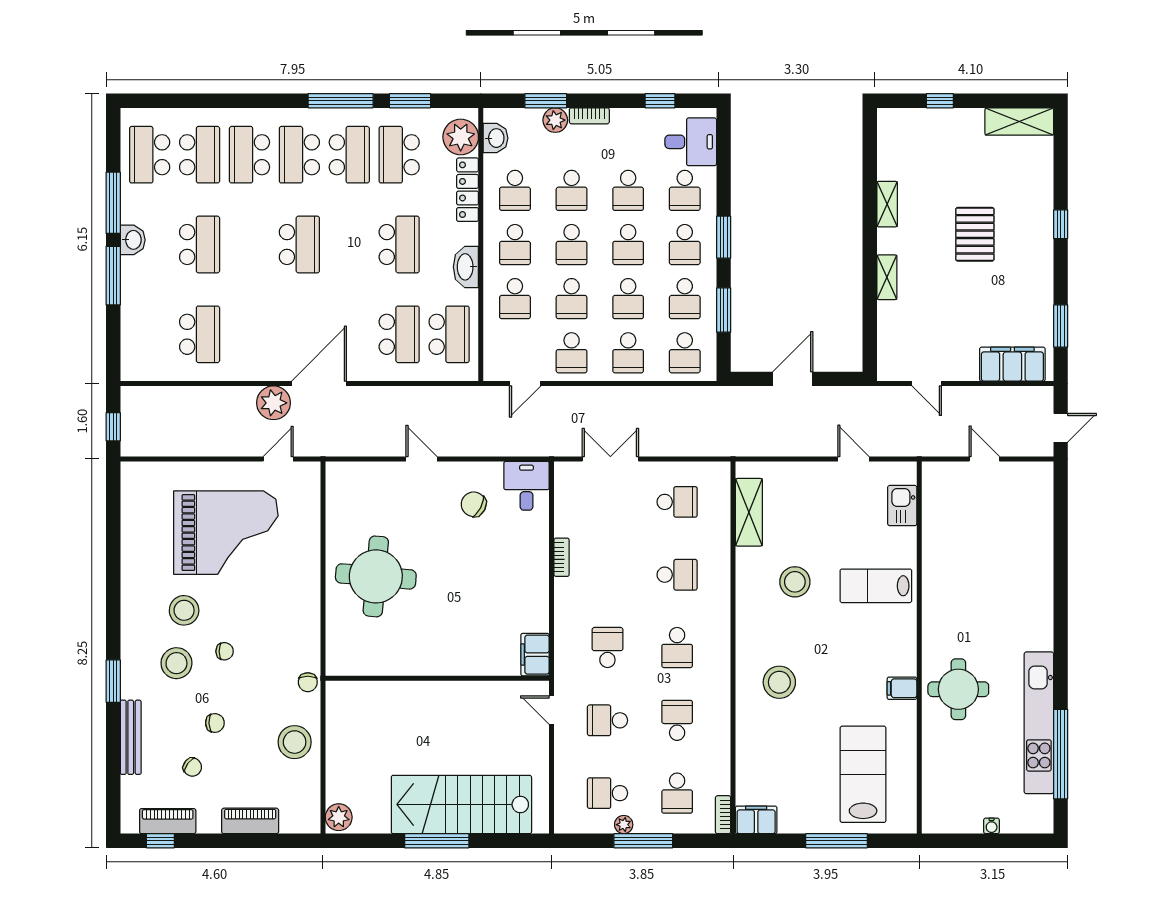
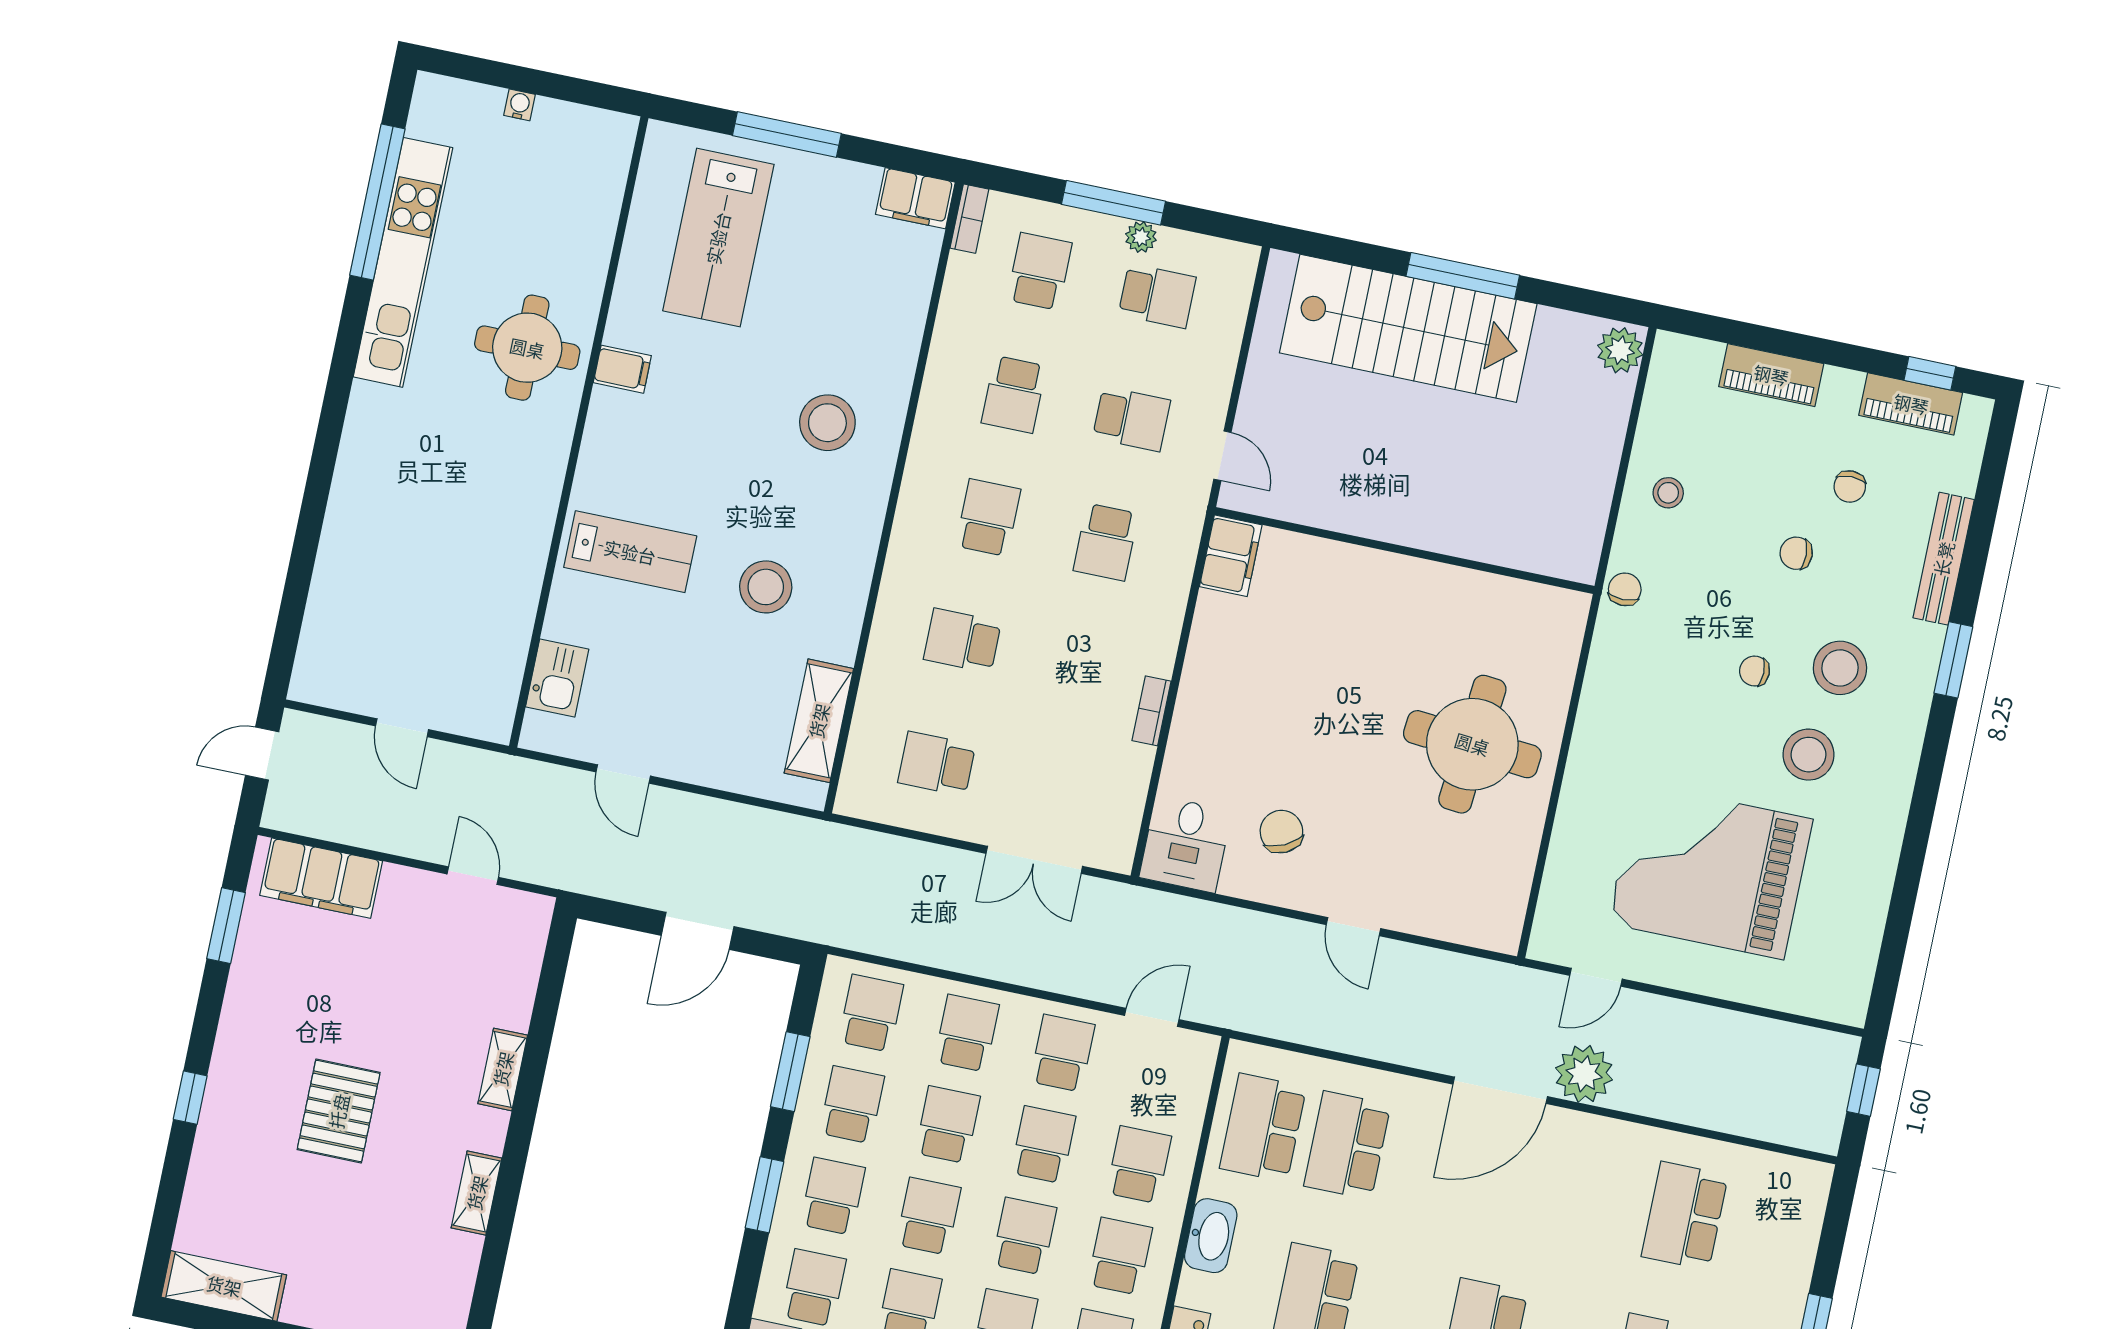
chair: (474, 504) -> (1281, 832), turned -143
stool: (295, 742) -> (1668, 493), width x0.53, depth x0.53
chair: (192, 767) -> (1850, 487), turned -126

